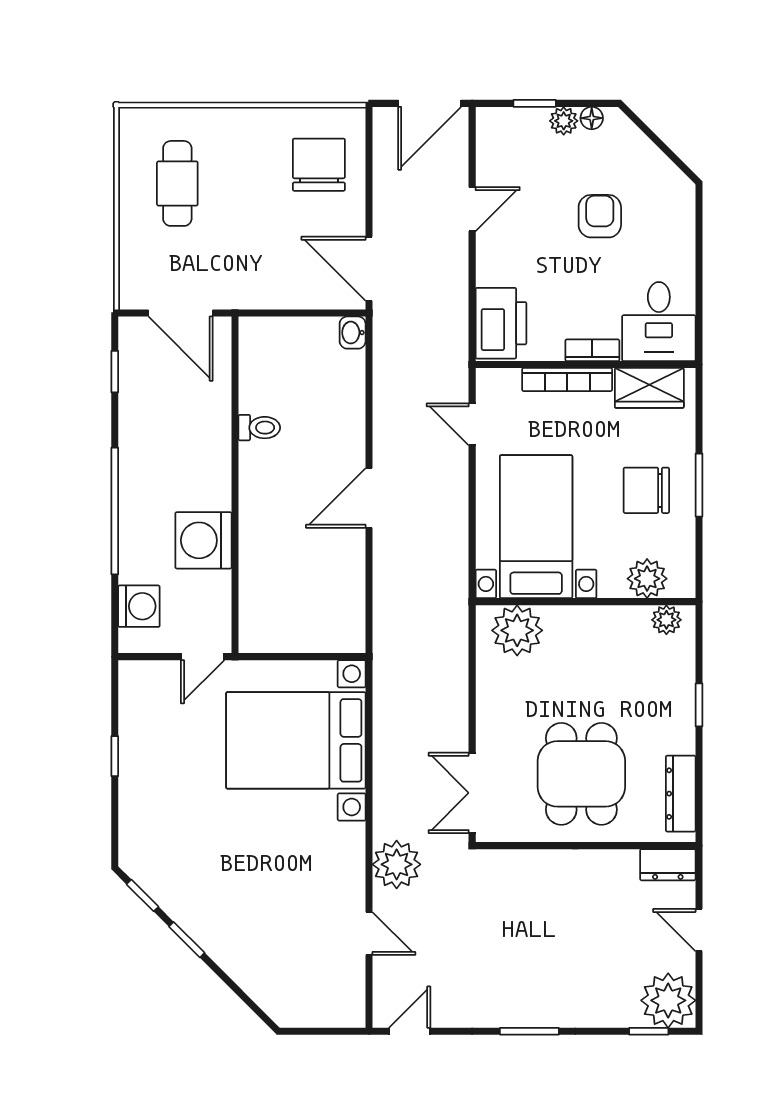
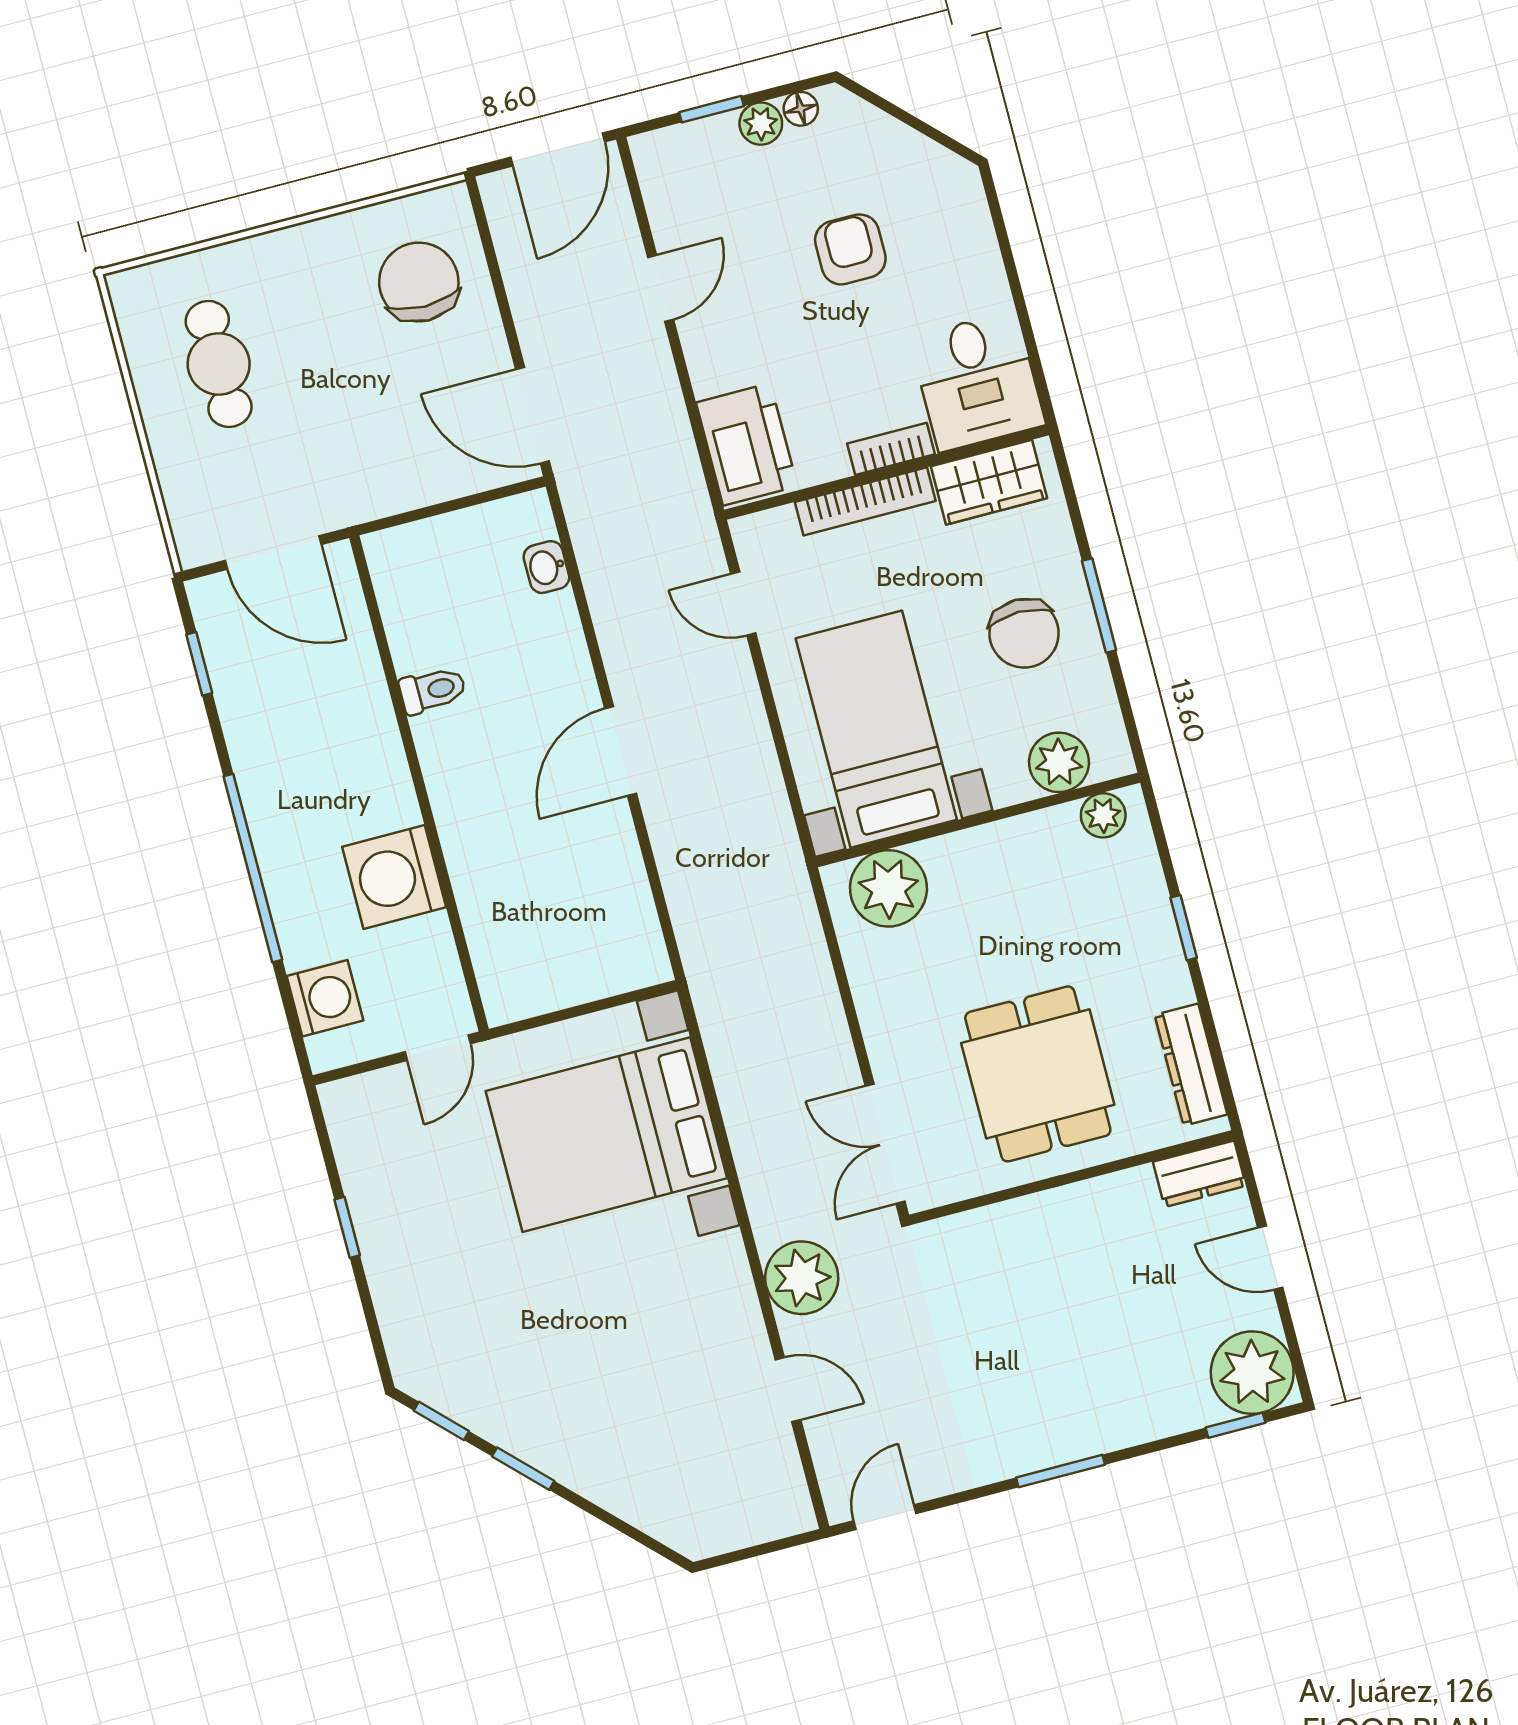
washbasin: (353, 333) -> (546, 567), moved
chair: (646, 490) -> (1024, 633), turned -90

